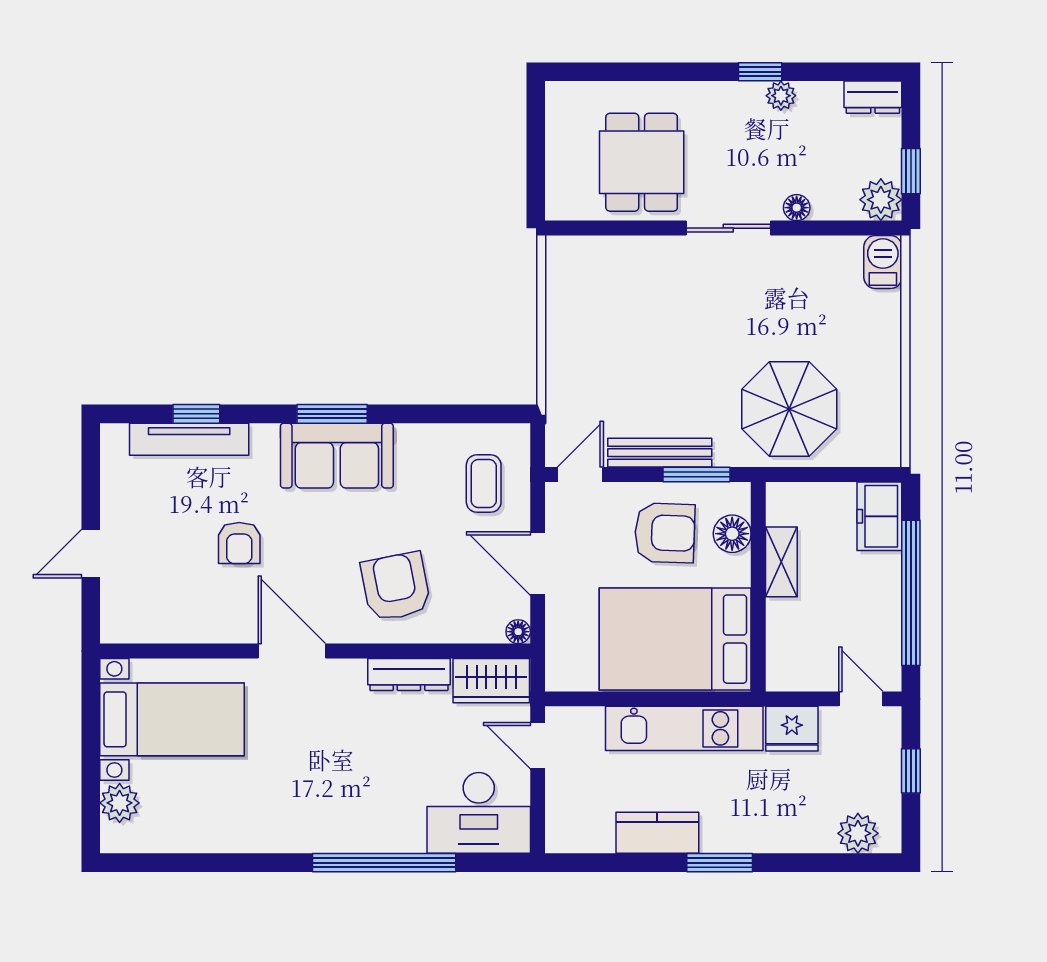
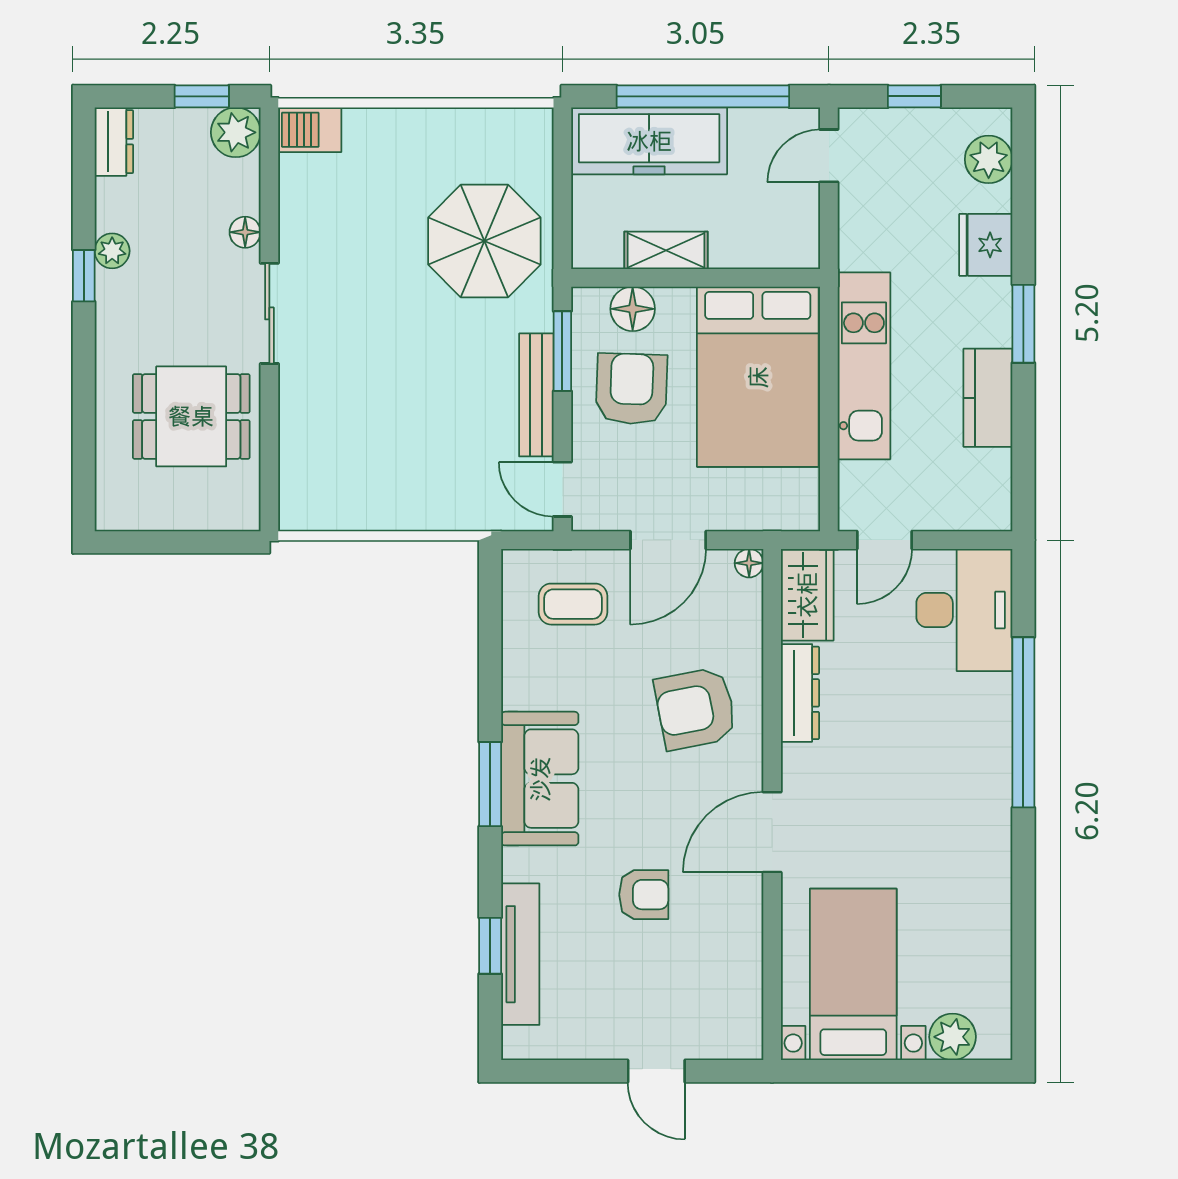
freezer: (879, 516) -> (649, 141), width x1.91, depth x1.26
fridge: (792, 729) -> (986, 245), moved, turned 180

